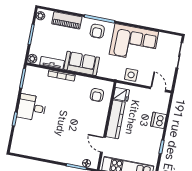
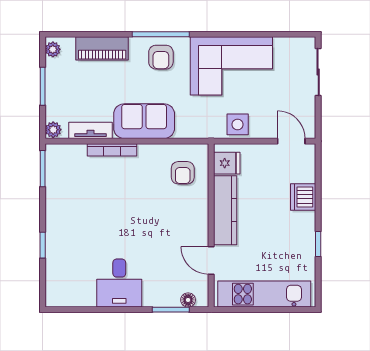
desk: (32, 108) -> (119, 283), moved, turned -90

